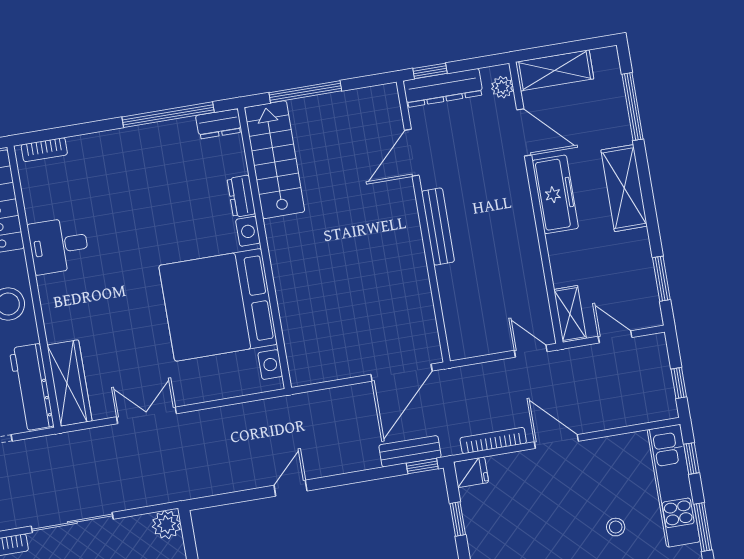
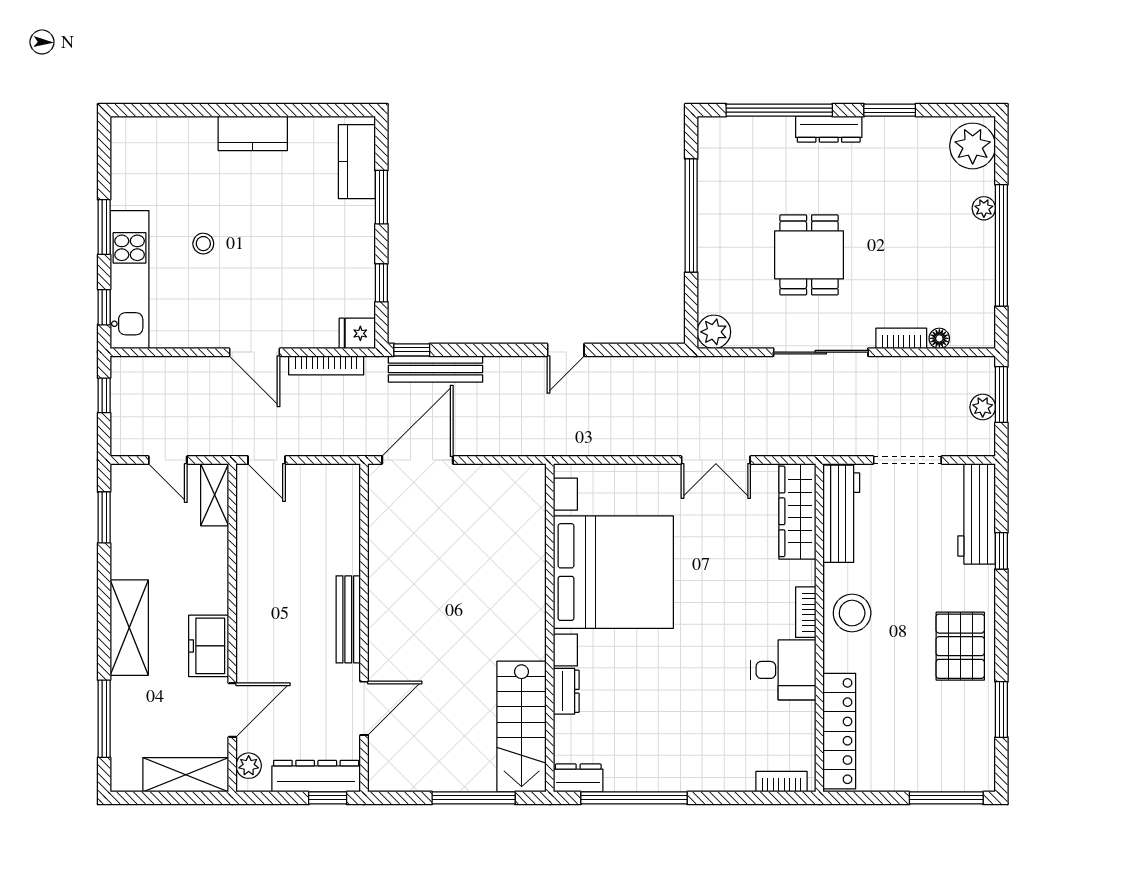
door: (524, 132) -> (232, 710), swing flipped
freezer: (555, 194) -> (209, 646), width x0.71
bookcase: (48, 298) -> (806, 612), added
bench: (410, 451) -> (435, 369), width x1.36

